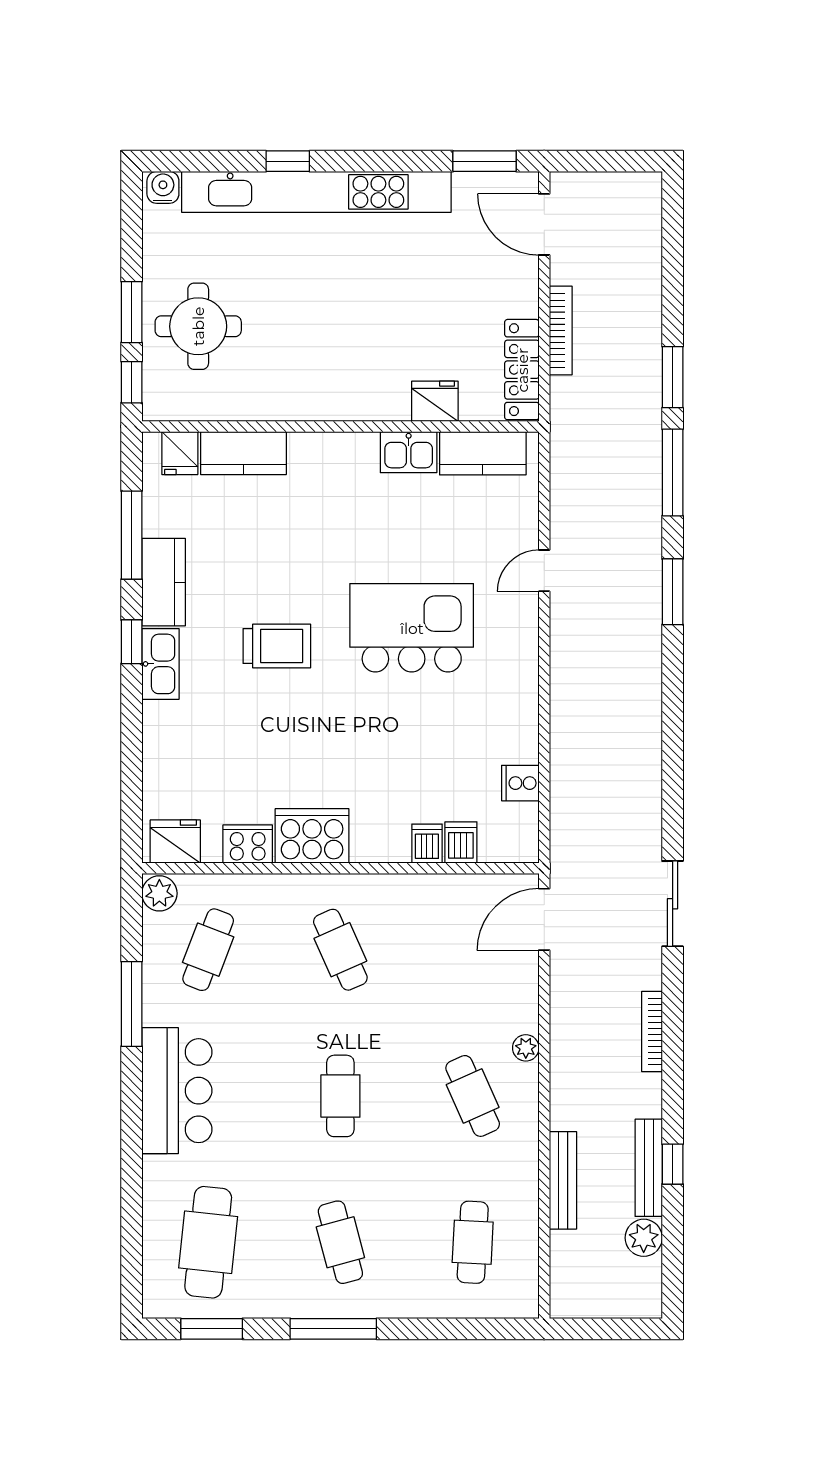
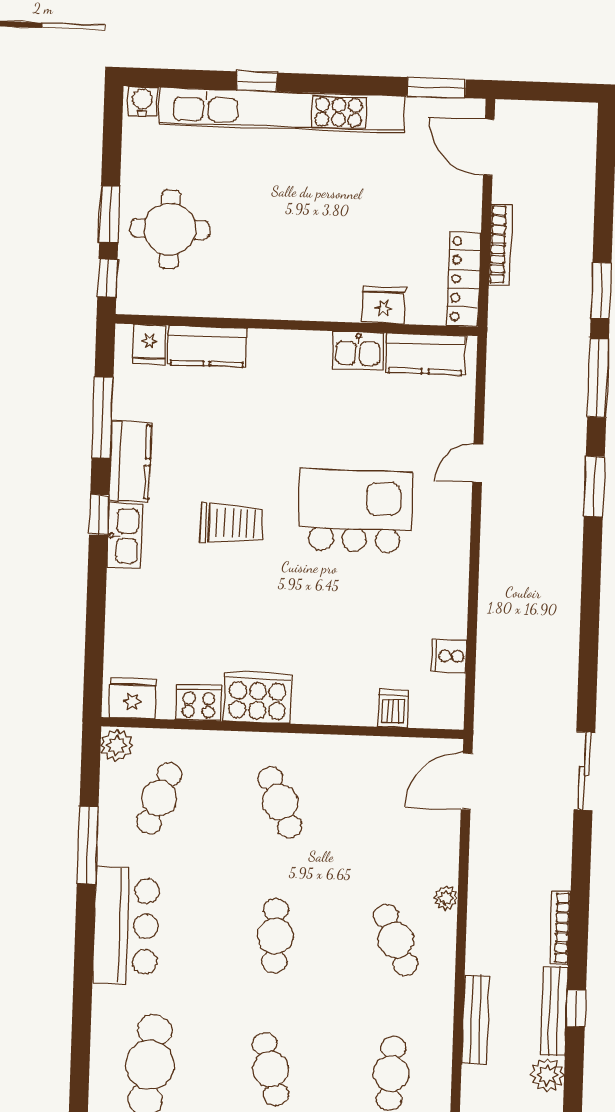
dishwasher: (427, 844) -> (362, 708), removed
bookcase: (652, 1032) -> (560, 928), moved

